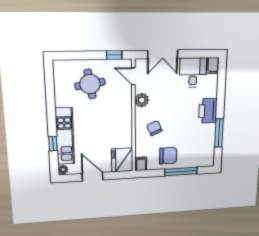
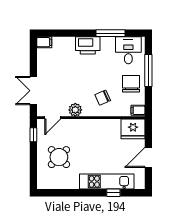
double door: (163, 54) -> (33, 91), swing flipped
desk: (193, 73) -> (128, 50), moved, turned 90
round table: (90, 84) -> (59, 157), turned -36
plant: (63, 170) -> (139, 185), removed

